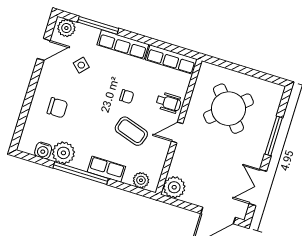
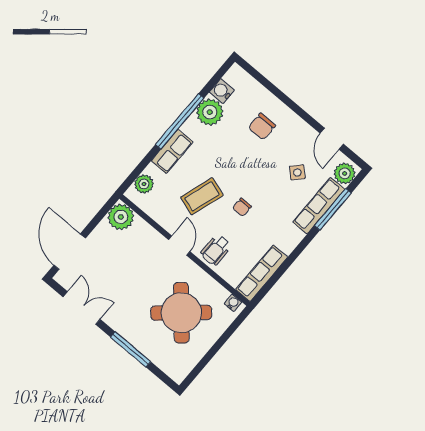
row of seats: (123, 45) -> (319, 206), moved
water cooler: (204, 72) -> (233, 303), added

